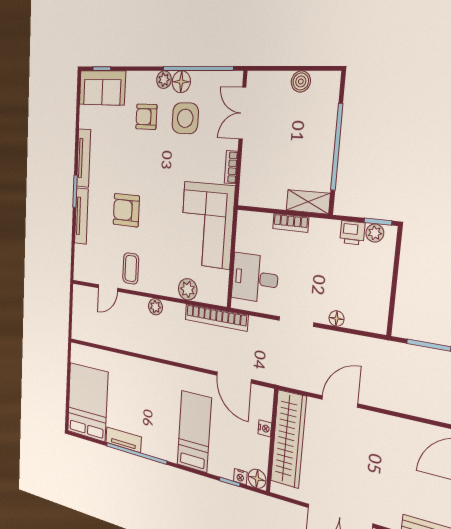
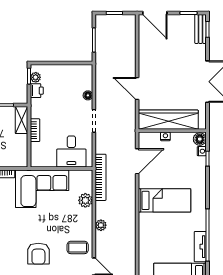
bed: (194, 432) -> (165, 200), moved, turned 180

